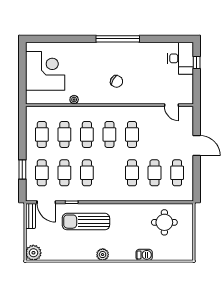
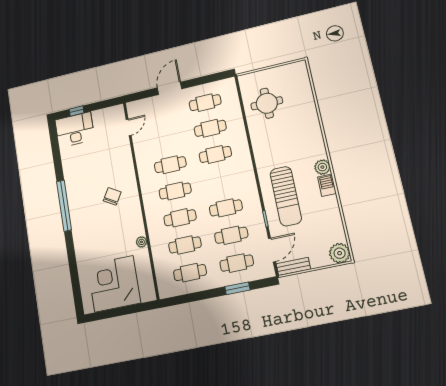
barbecue: (144, 255) -> (327, 185), moved

